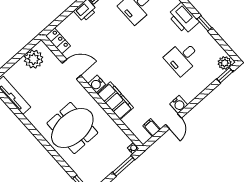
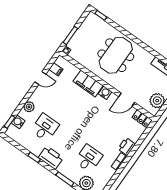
plant: (225, 63) -> (29, 107), moved
water cooler: (179, 104) -> (18, 122), moved
door: (174, 121) -> (40, 78), swing flipped

